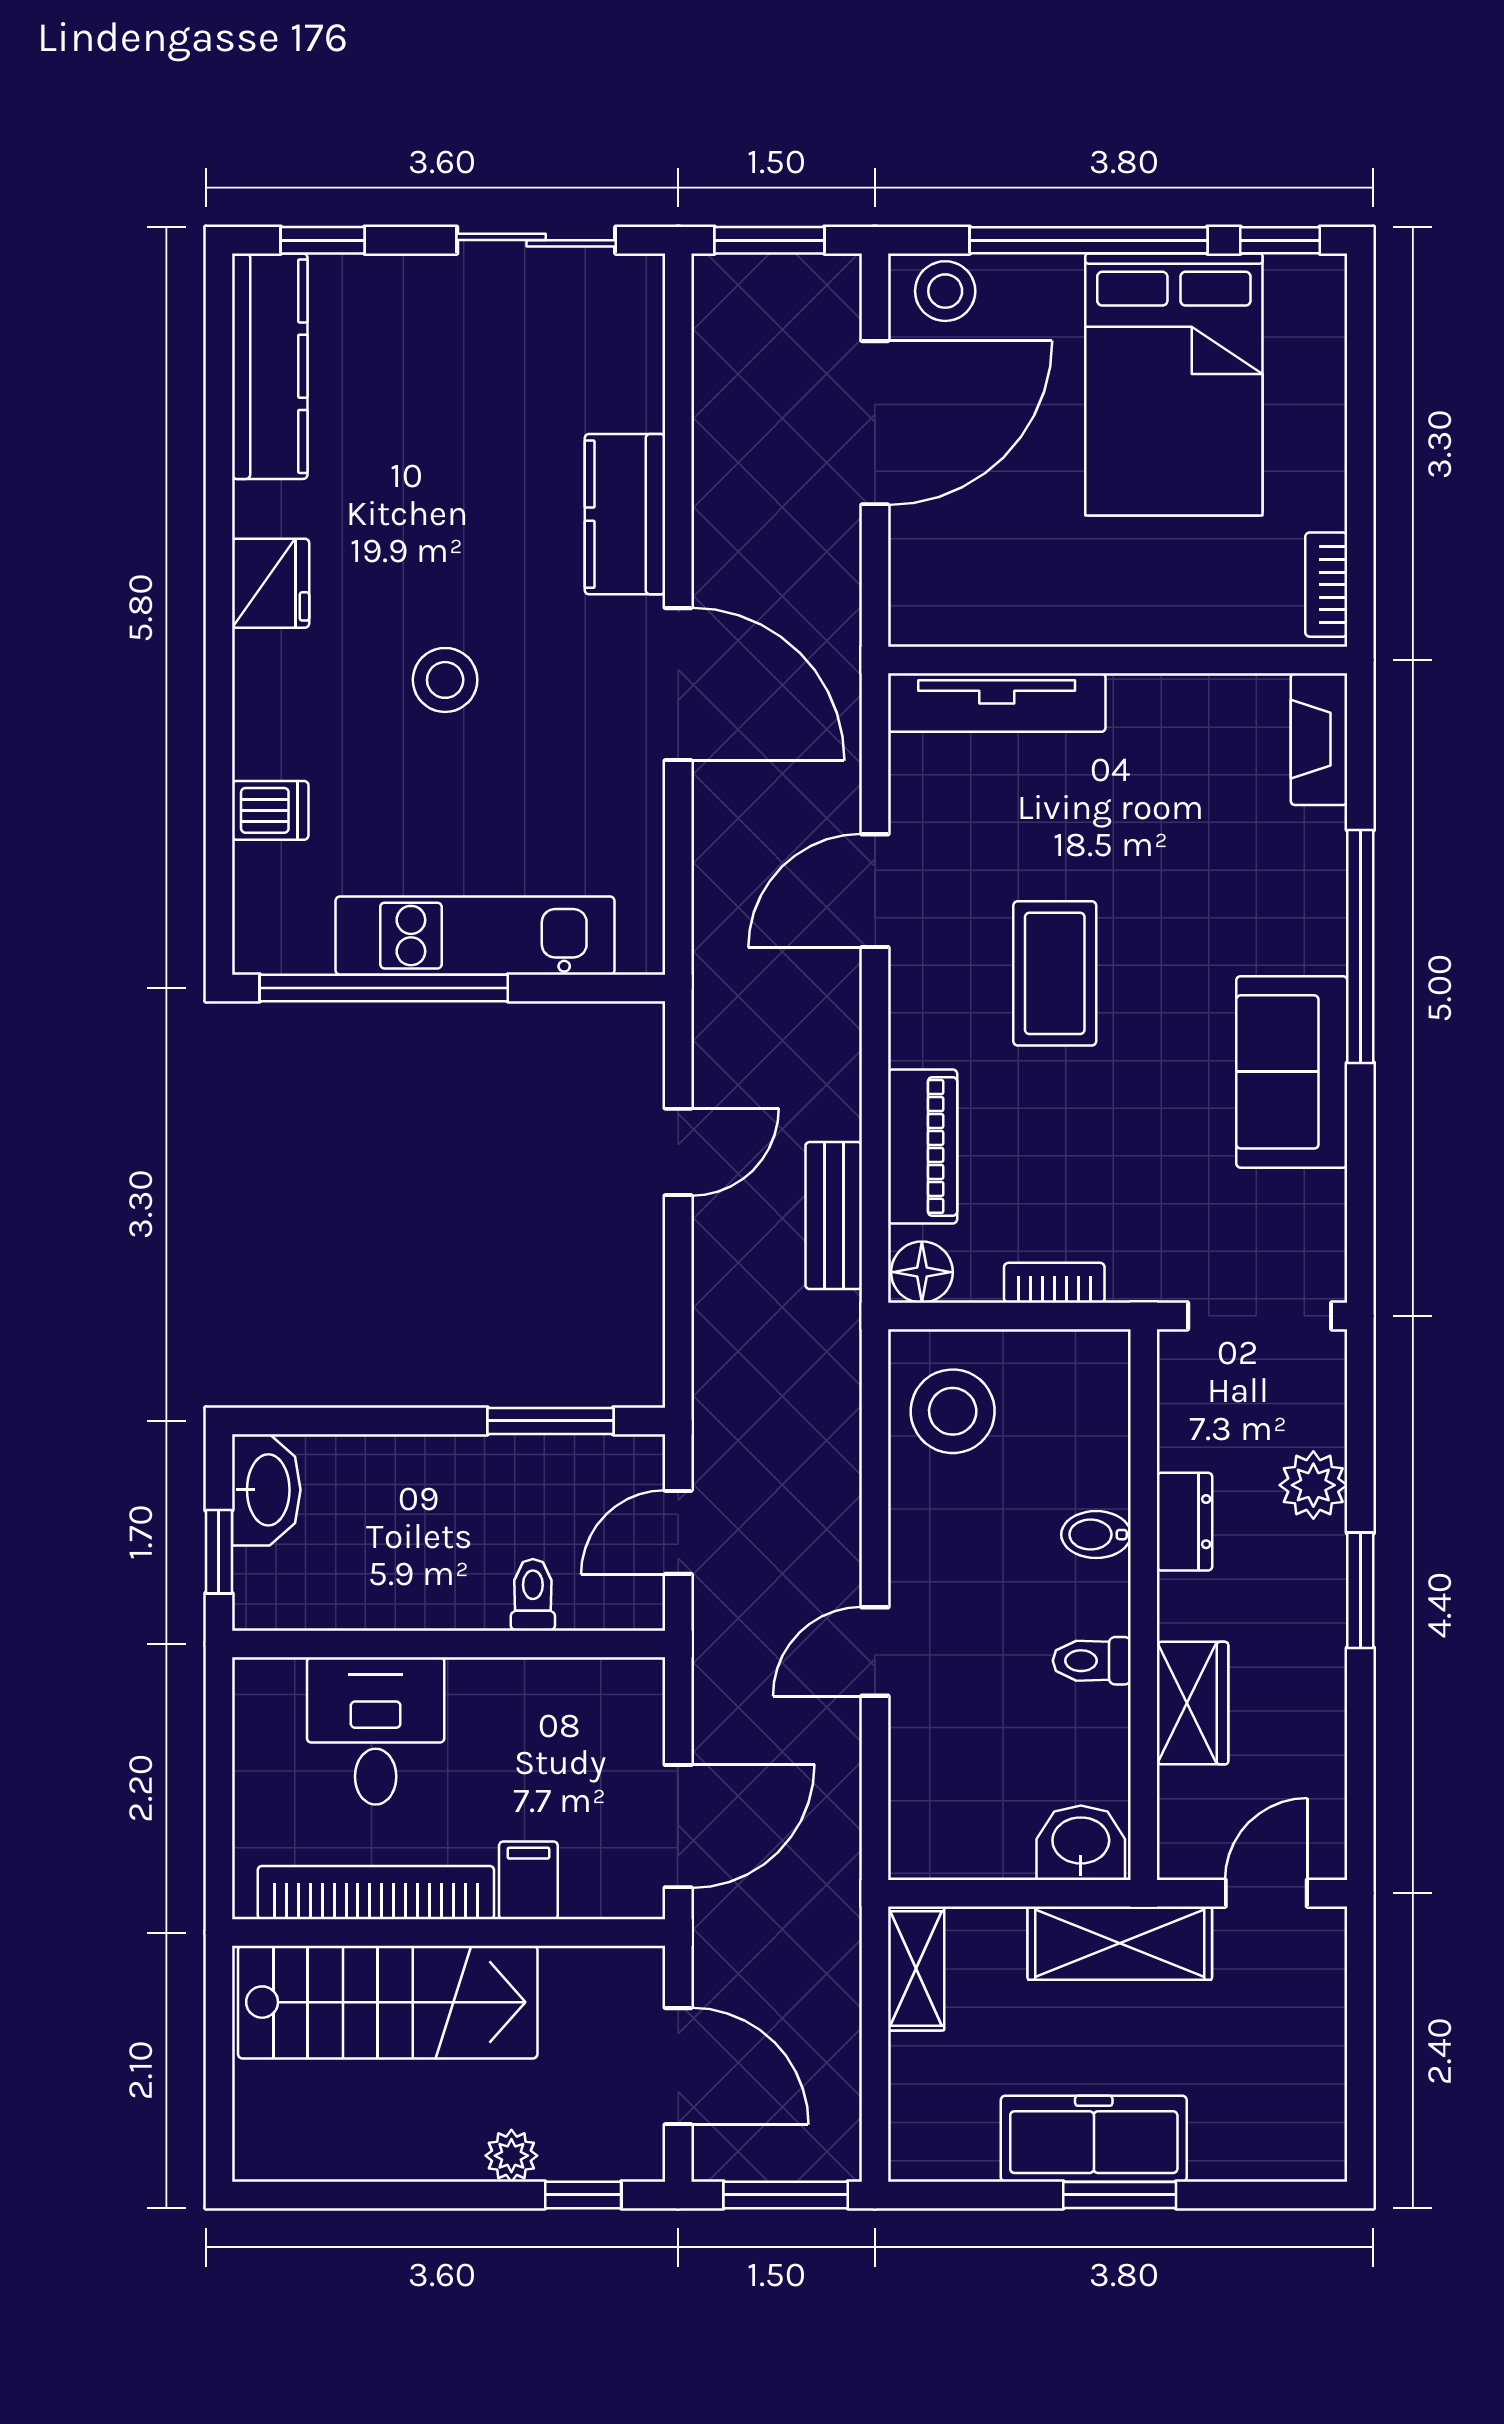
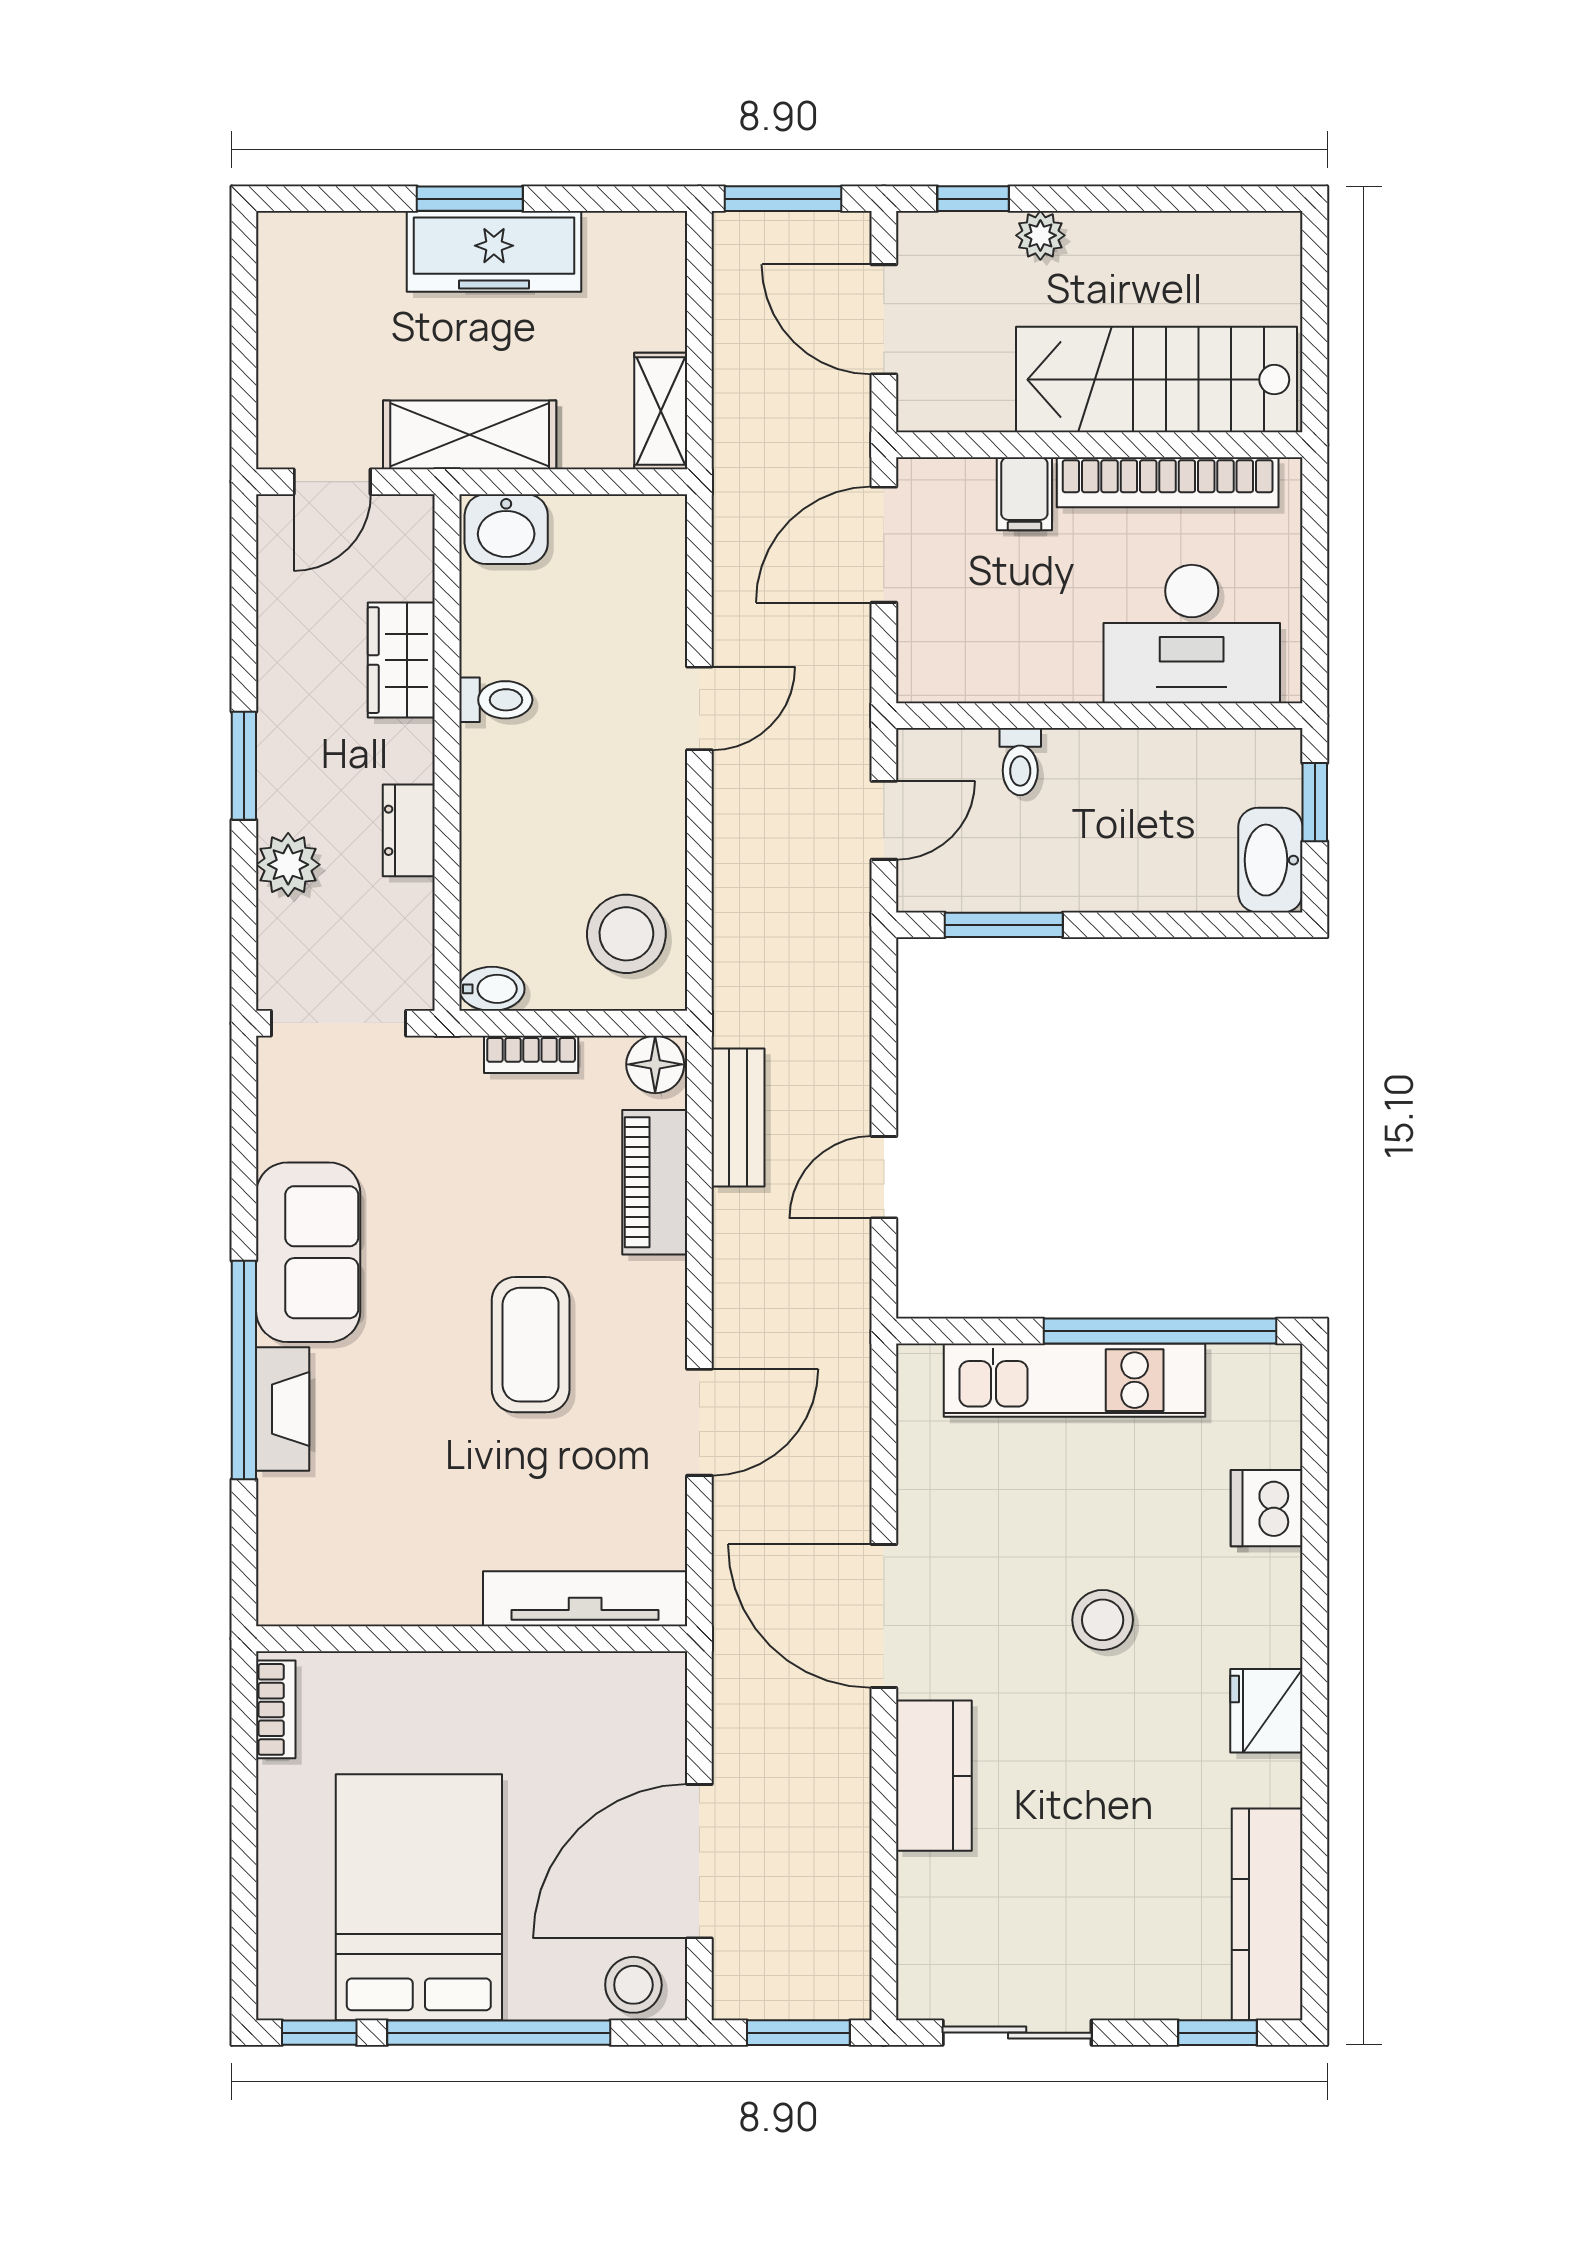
fireplace: (1319, 739) -> (283, 1409), moved
dishwasher: (270, 810) -> (1267, 1508), width x1.38
bidet: (1096, 1535) -> (492, 989), moved
desk: (376, 1731) -> (1192, 634), width x1.37

